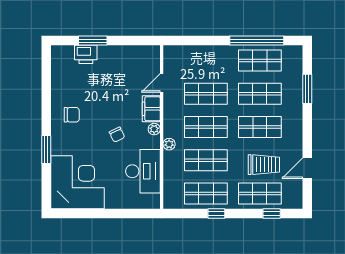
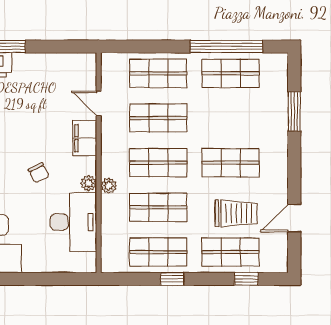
door: (162, 83) -> (99, 103), hinge flipped
shop shelf: (260, 94) -> (158, 73), moved
plant: (154, 129) -> (89, 183), moved

